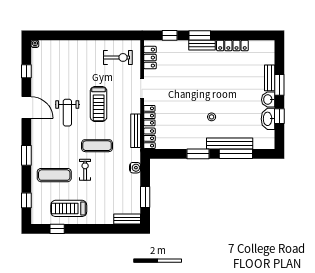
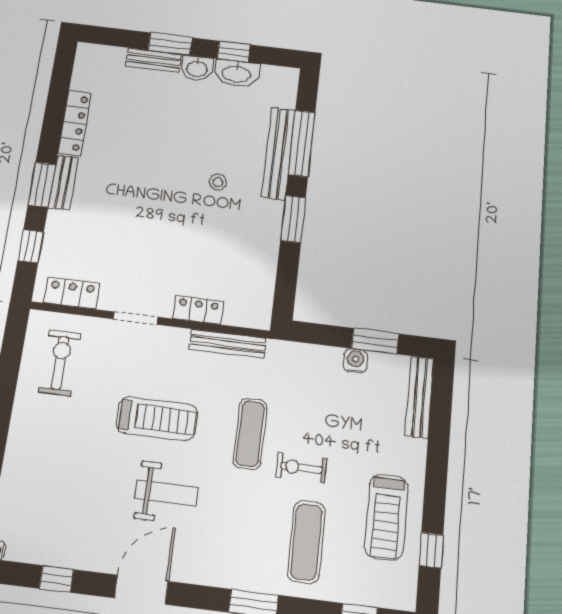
locker: (149, 138) -> (248, 316), removed
water cooler: (135, 168) -> (355, 361), moved
bench: (127, 219) -> (420, 397), width x1.36

